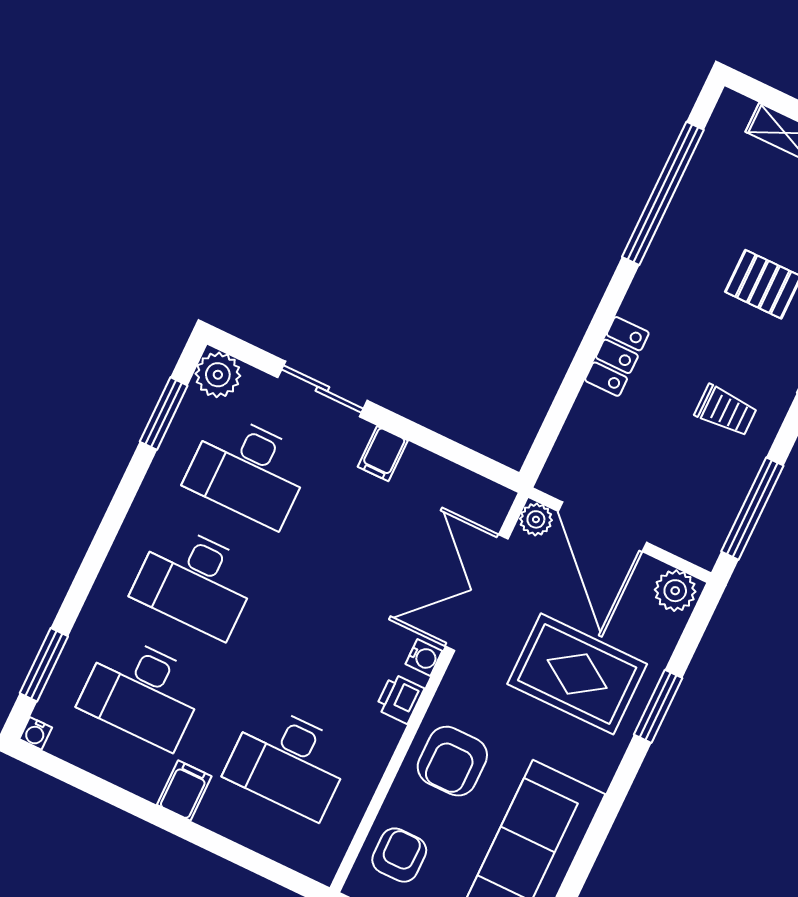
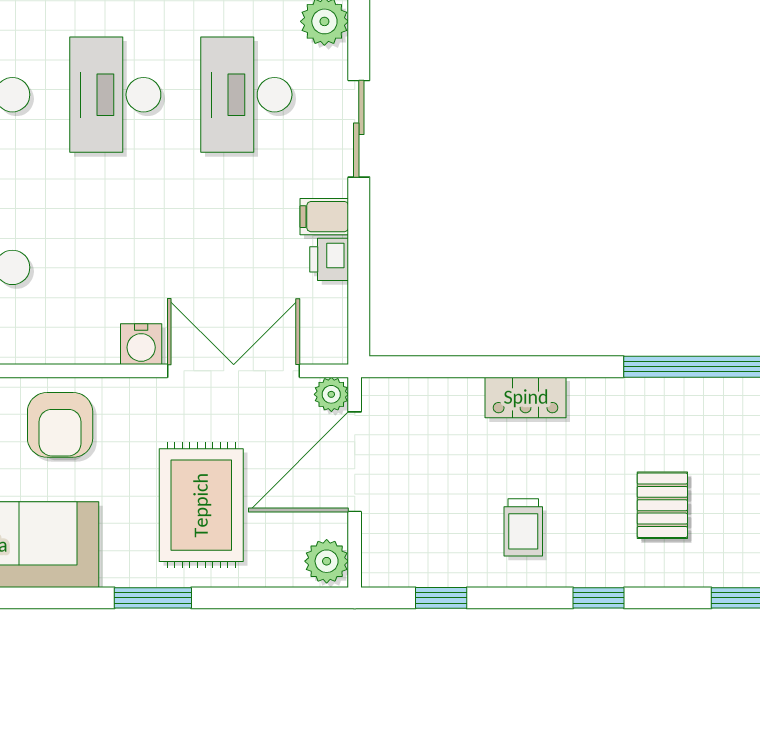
window: (752, 509) -> (441, 598), width x0.46
water cooler: (424, 657) -> (141, 344), width x1.38, depth x1.38
printer: (400, 699) -> (329, 259), moved, turned -90
window: (658, 706) -> (153, 598), moved
armchair: (452, 761) -> (60, 425), turned -90

